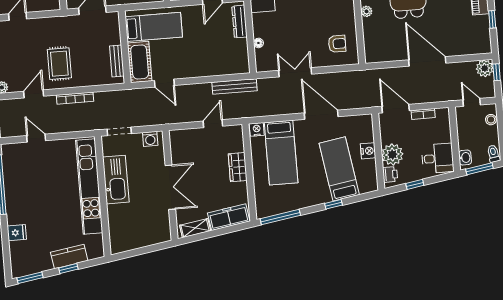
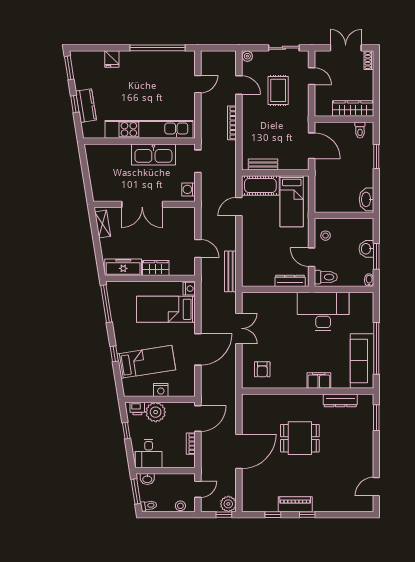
plant: (366, 11) -> (290, 399), removed
floor lamp: (258, 43) -> (269, 297), removed
rug: (59, 64) -> (278, 90), moved, turned 90
freezer: (229, 217) -> (123, 267), moved, turned -81

